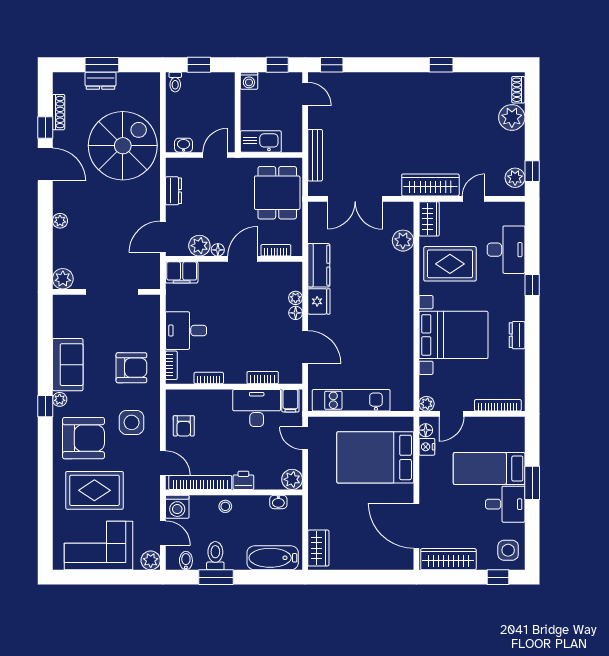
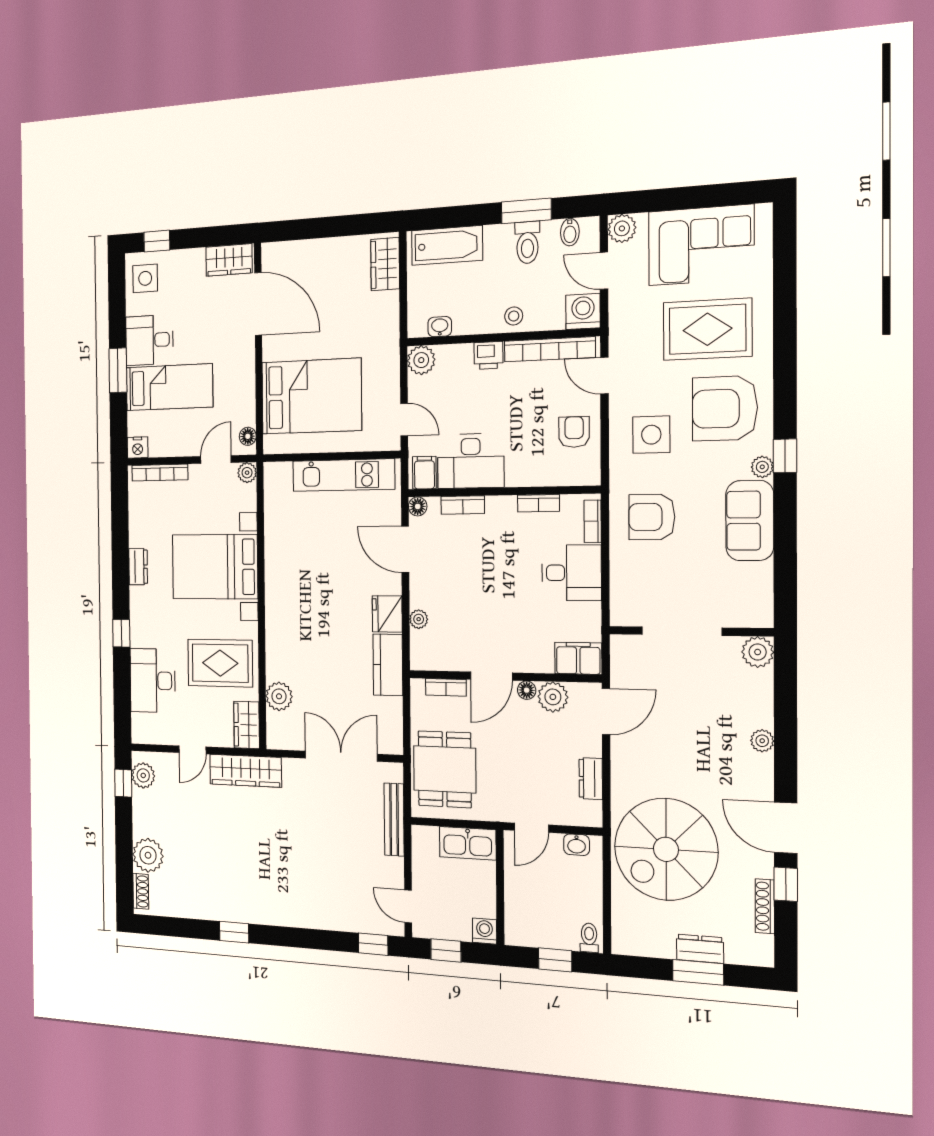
floor lamp: (296, 313) -> (418, 506), moved
nightstand: (427, 447) -> (138, 448), moved, turned 90
wardrobe: (448, 559) -> (229, 260), width x0.67

